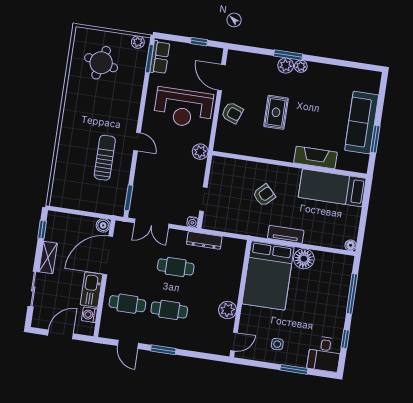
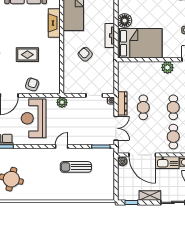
reception desk: (183, 108) -> (34, 118), turned 180
dresser: (204, 240) -> (122, 103), moved

